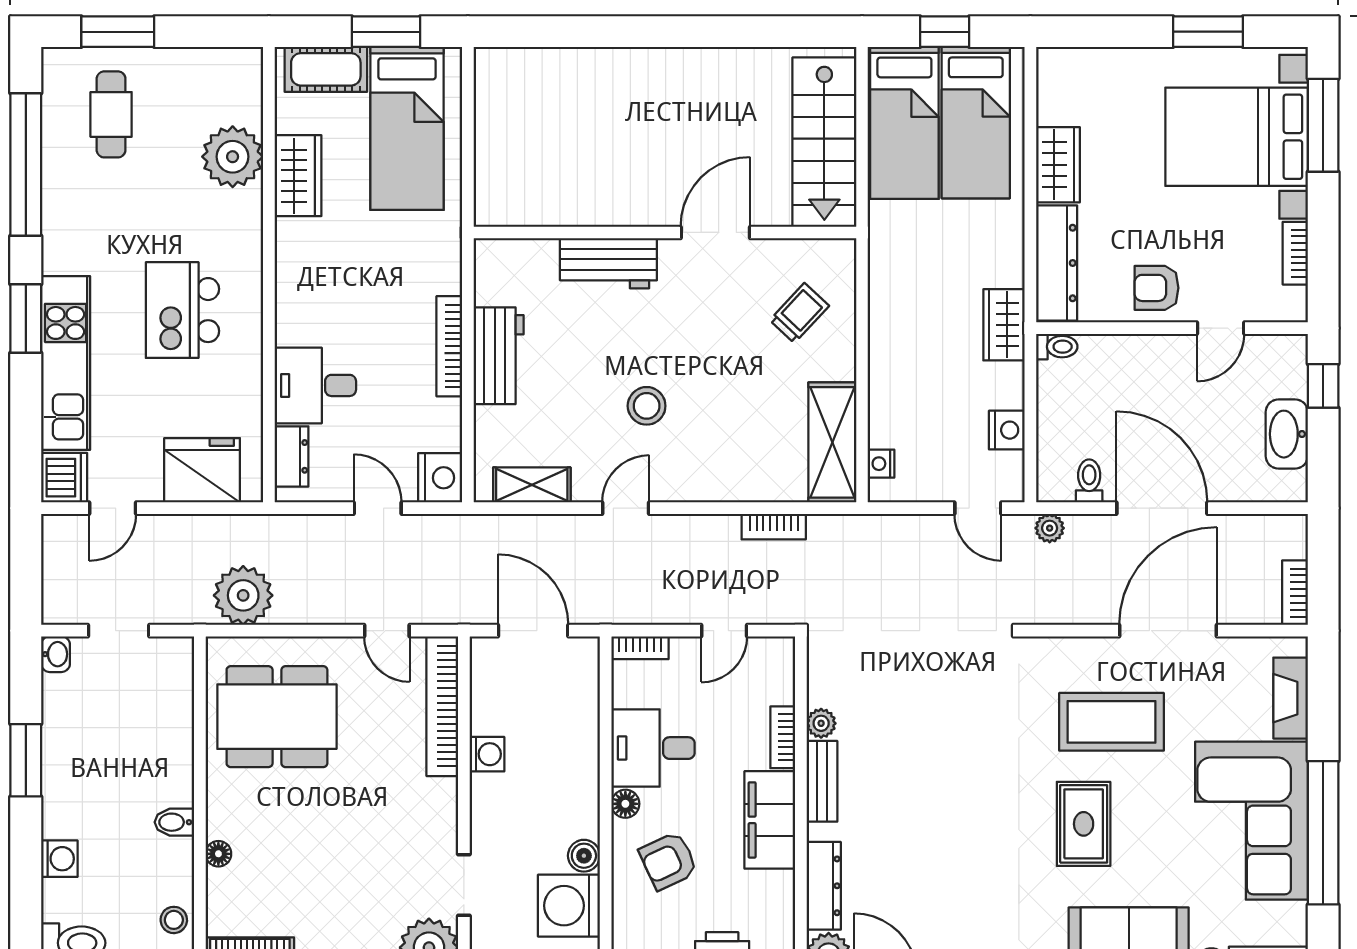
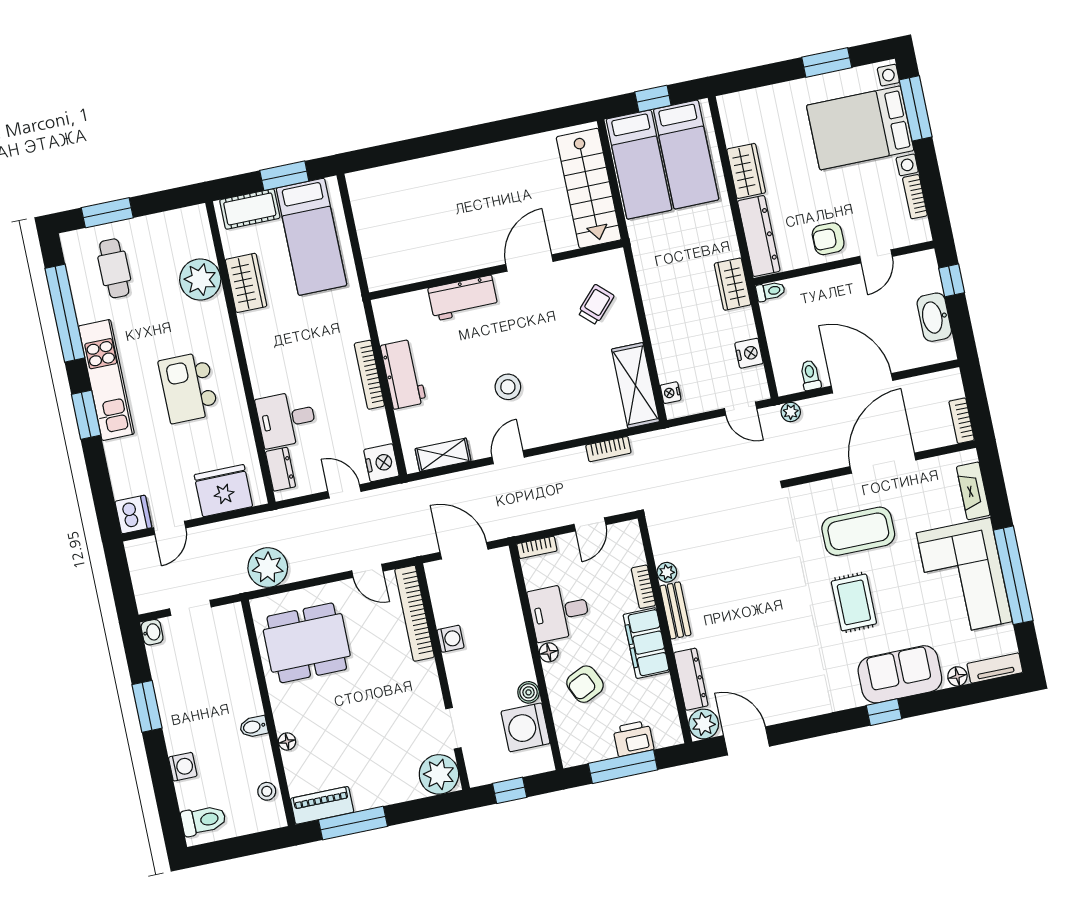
kitchen unit: (66, 363) -> (106, 380), moved

